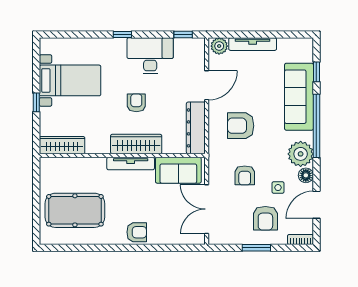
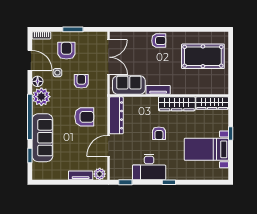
tv unit: (253, 44) -> (81, 175), width x0.71
wardrobe: (136, 144) -> (177, 104), moved
tv unit: (131, 163) -> (158, 90), width x0.71
door: (316, 205) -> (30, 60), hinge flipped
armchair: (137, 232) -> (159, 41), turned 180

